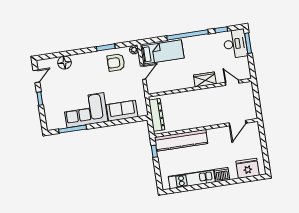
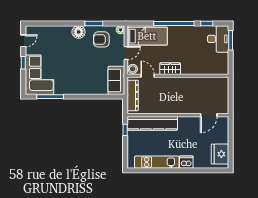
floor lamp: (64, 63) -> (79, 32), moved
wardrobe: (205, 79) -> (170, 69), moved
door: (232, 83) -> (148, 76), moved
stool: (153, 88) -> (133, 69), added
corner sofa: (85, 110) -> (40, 75), moved, turned 90
sofa: (122, 111) -> (116, 80), moved, turned -90
fridge: (247, 168) -> (220, 154), moved, turned -90

